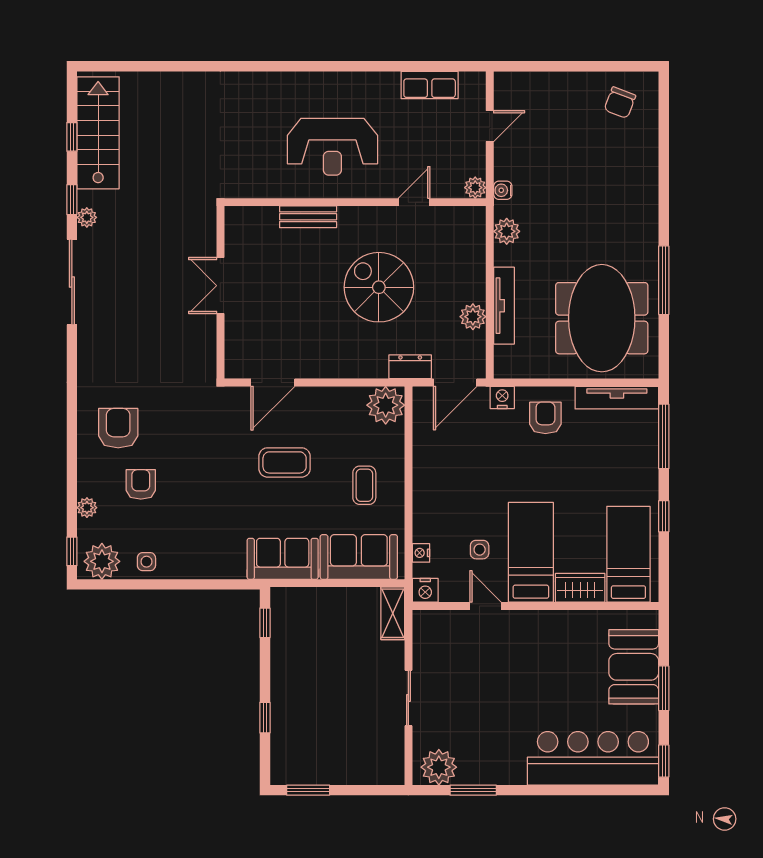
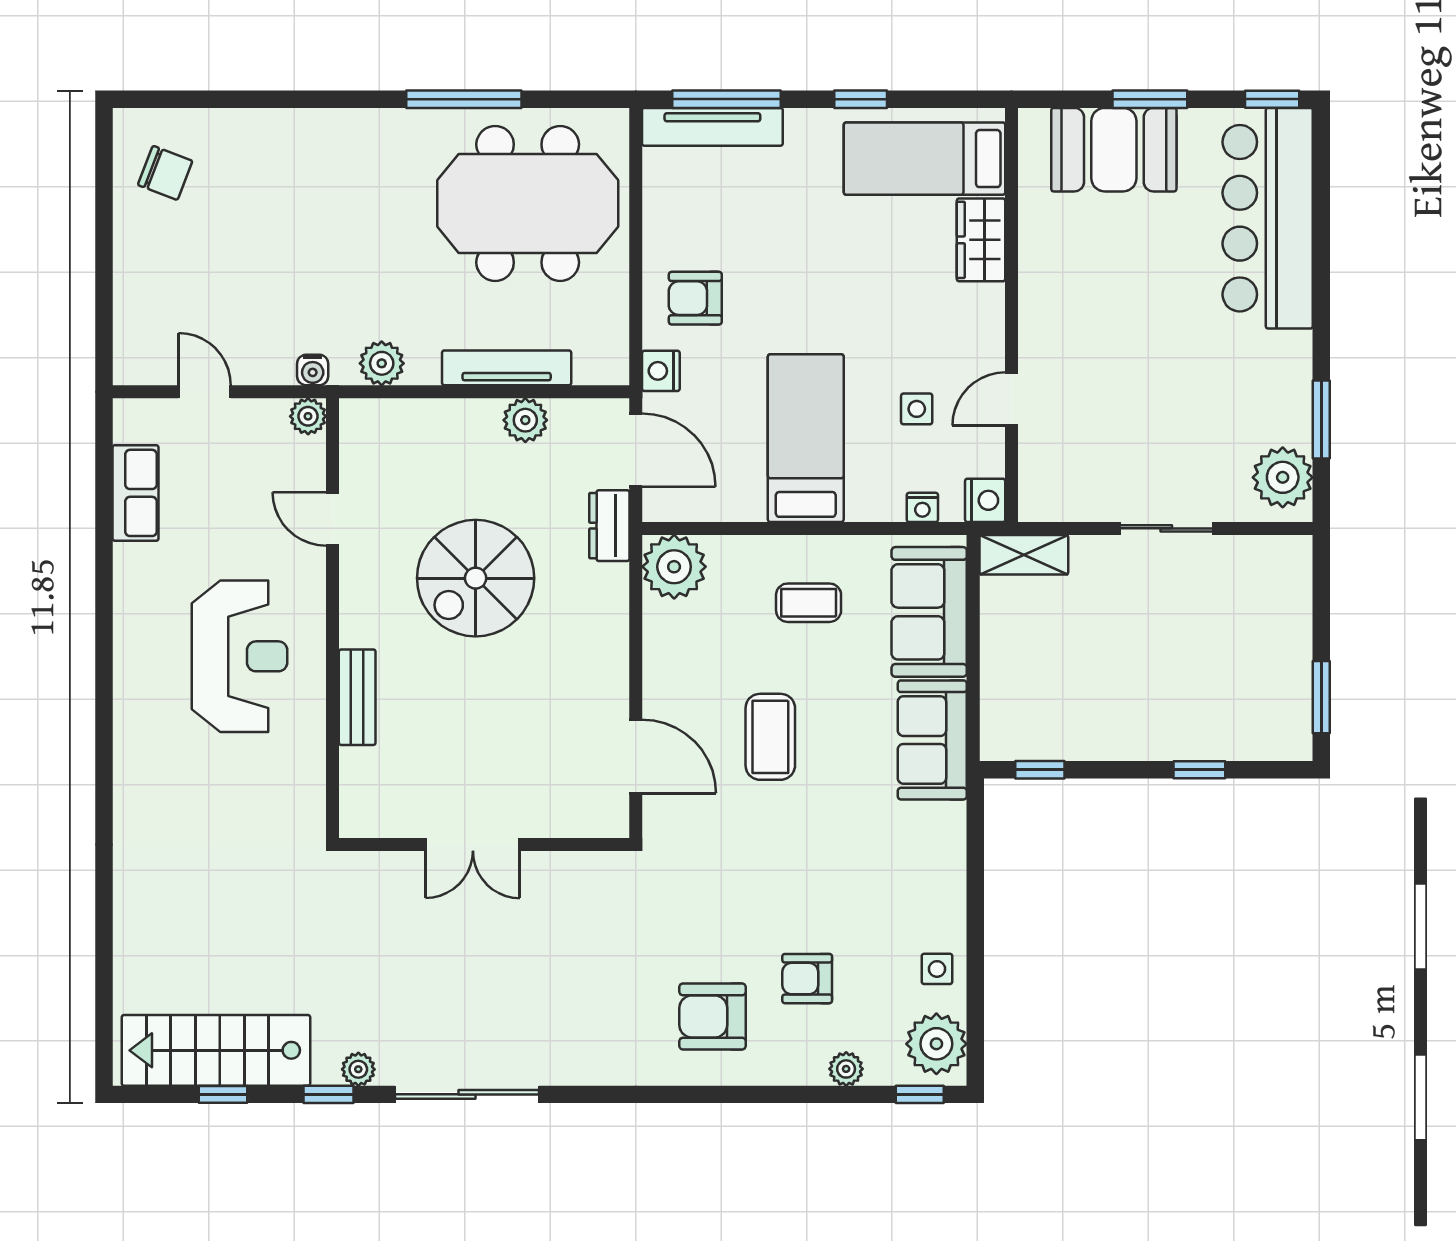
tv unit: (617, 398) -> (712, 127), moved, turned 90
bed: (531, 552) -> (806, 438), moved, turned 90

